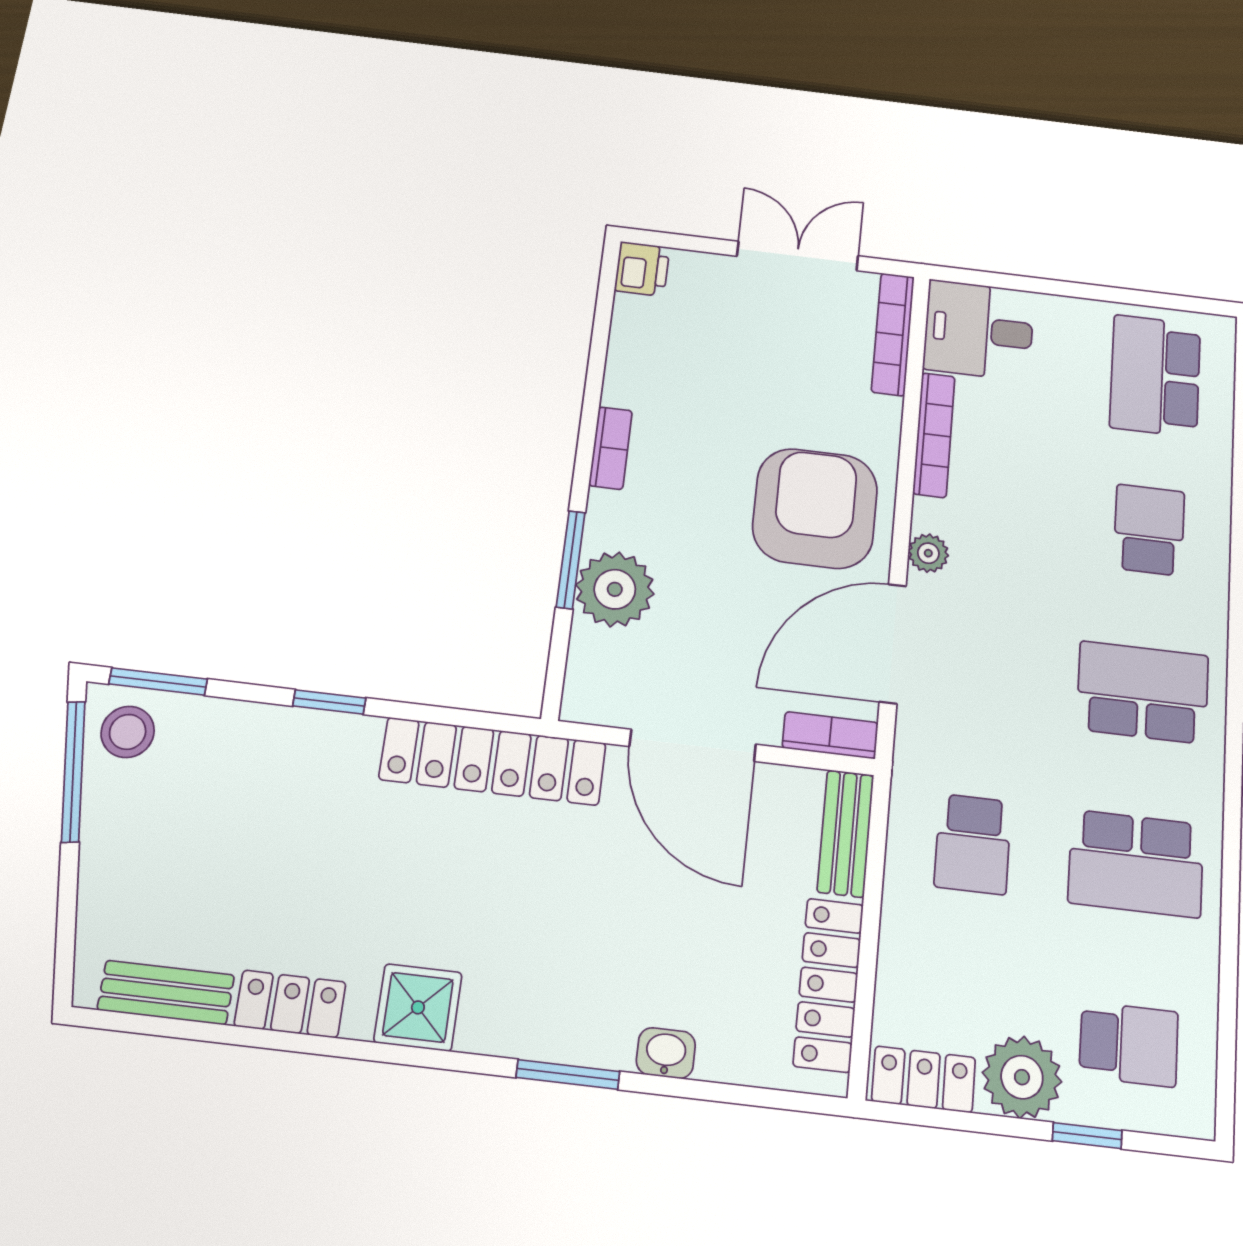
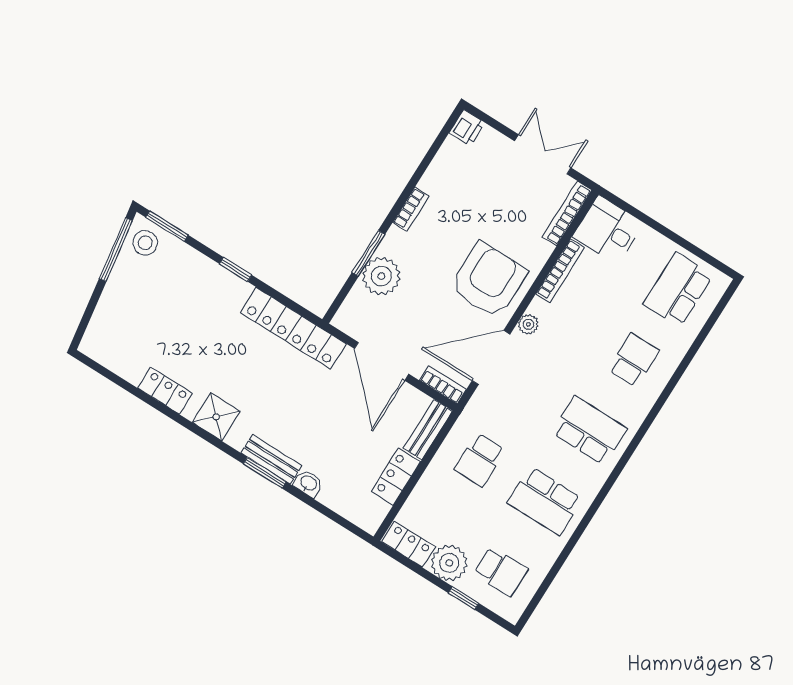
locker: (828, 985) -> (396, 477), width x0.66
bench: (166, 992) -> (271, 459), moved

